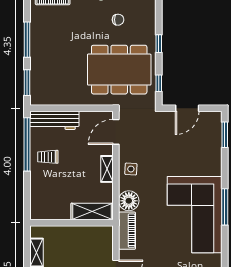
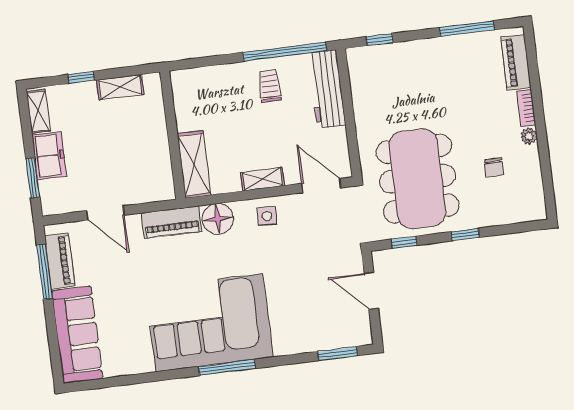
window: (27, 40) -> (467, 29), moved
window: (27, 83) -> (380, 40), width x0.67

